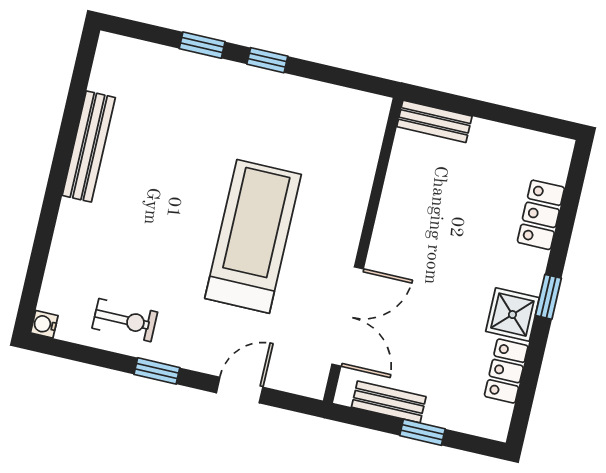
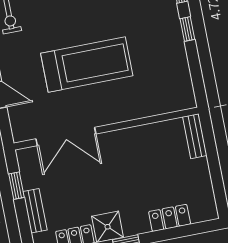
bench: (389, 402) -> (35, 211), moved
window: (422, 432) -> (17, 186), moved

